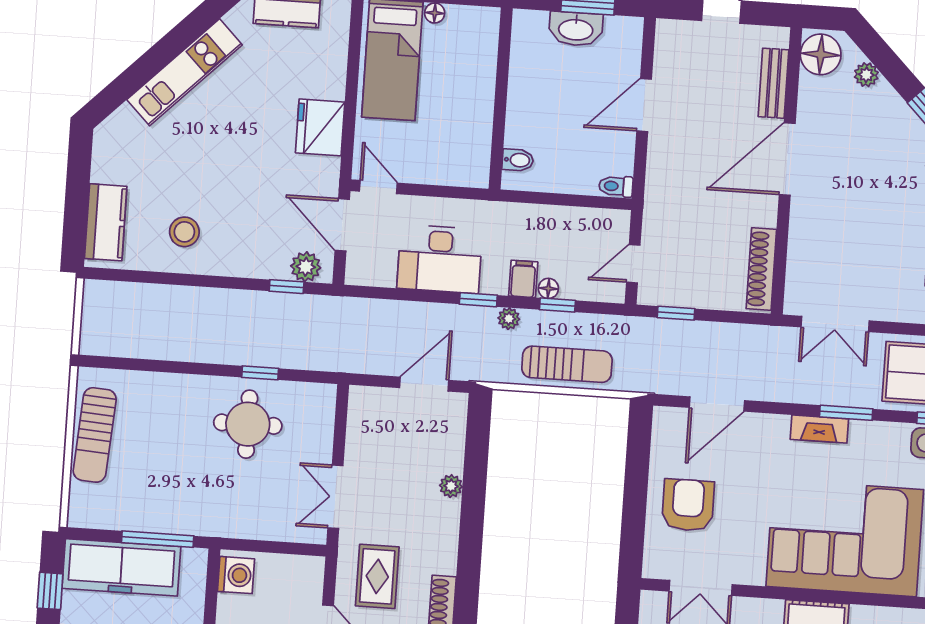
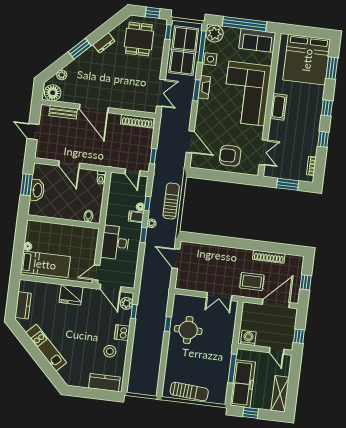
door: (342, 225) -> (110, 288), hinge flipped
desk: (440, 259) -> (115, 243), moved, turned 180
dishwasher: (232, 260) -> (122, 333), added
fireplace: (819, 429) -> (204, 87), moved
plant: (451, 486) -> (217, 250), removed

